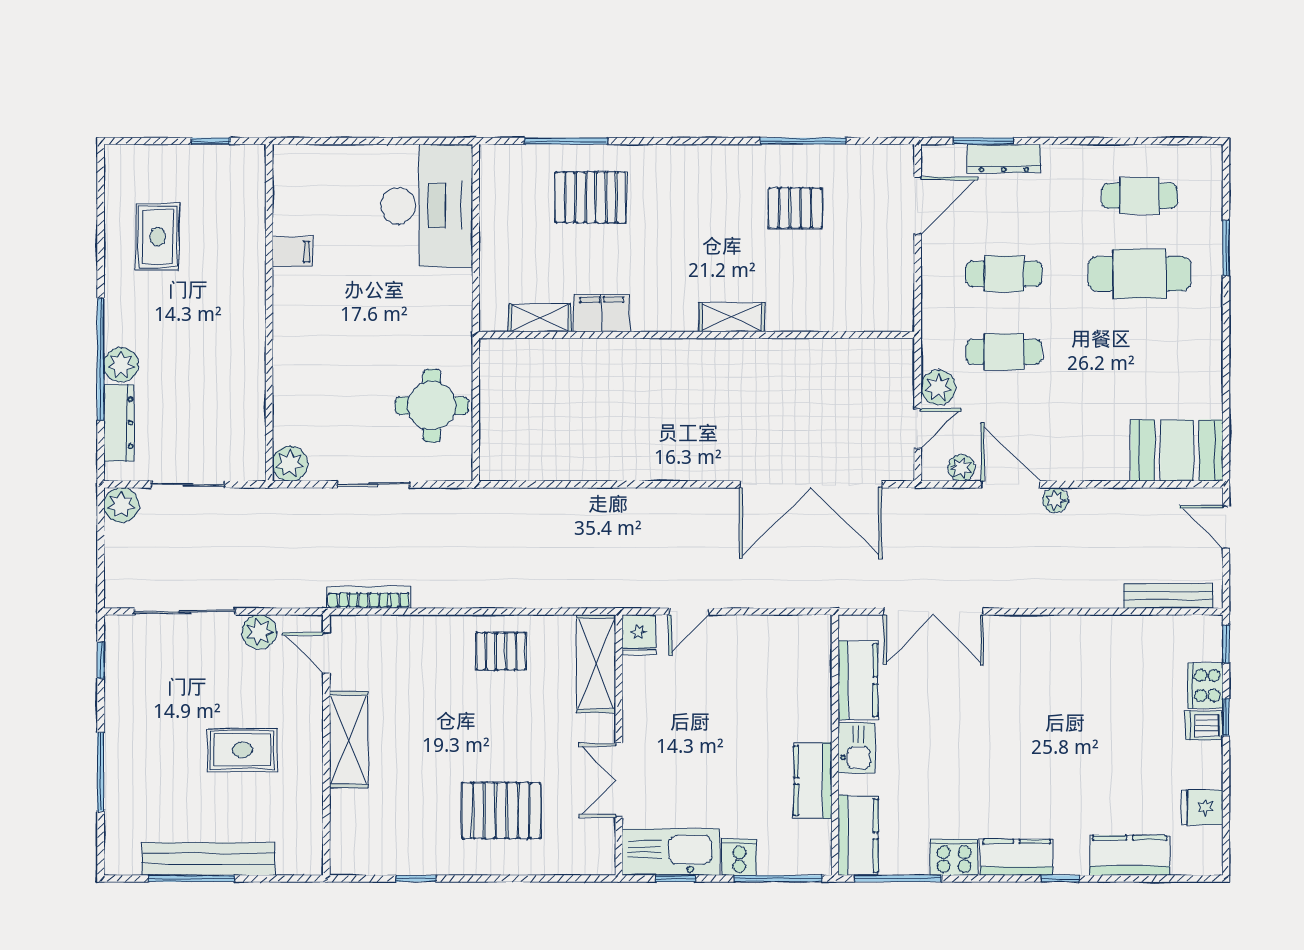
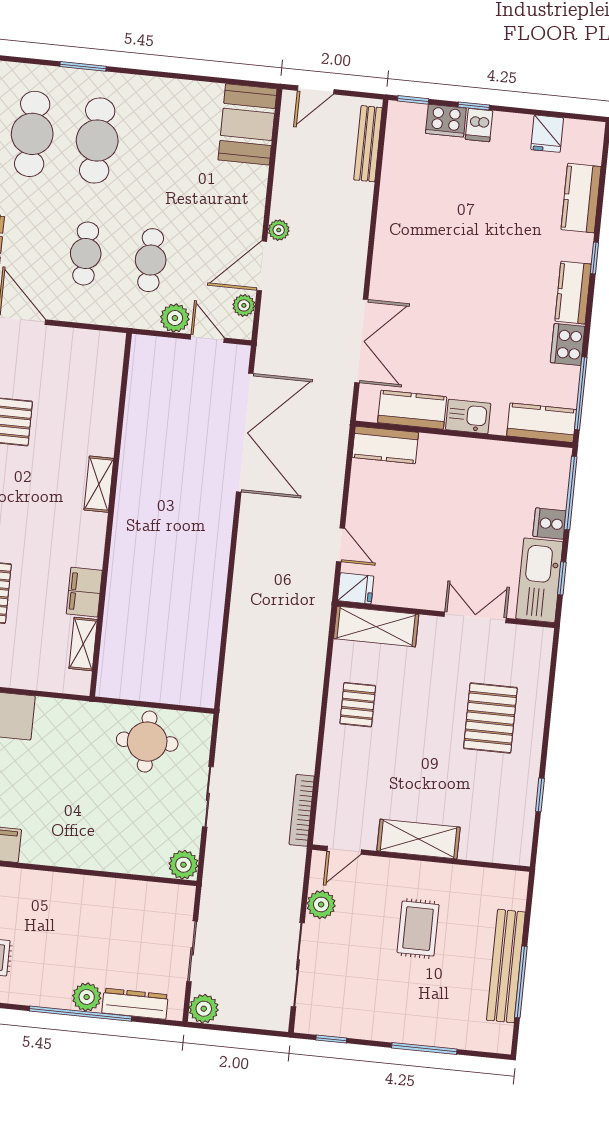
cafe table: (1140, 196) -> (32, 134), width x1.37, depth x1.35
double door: (619, 780) -> (475, 617), swing flipped
kitchen counter: (813, 781) -> (385, 445), moved

